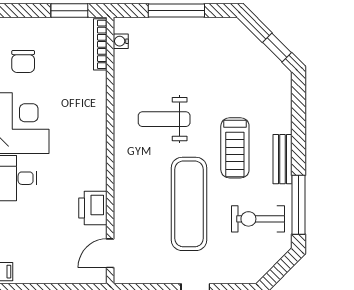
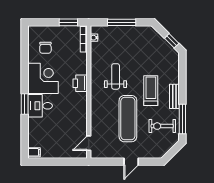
weight bench: (164, 119) -> (116, 76), turned 90
treadmill: (235, 148) -> (151, 91), turned 180
printer: (93, 208) -> (80, 83), moved

